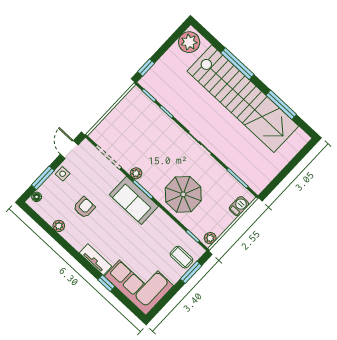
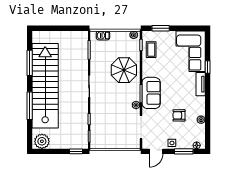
coffee table: (181, 257) -> (151, 50), moved

